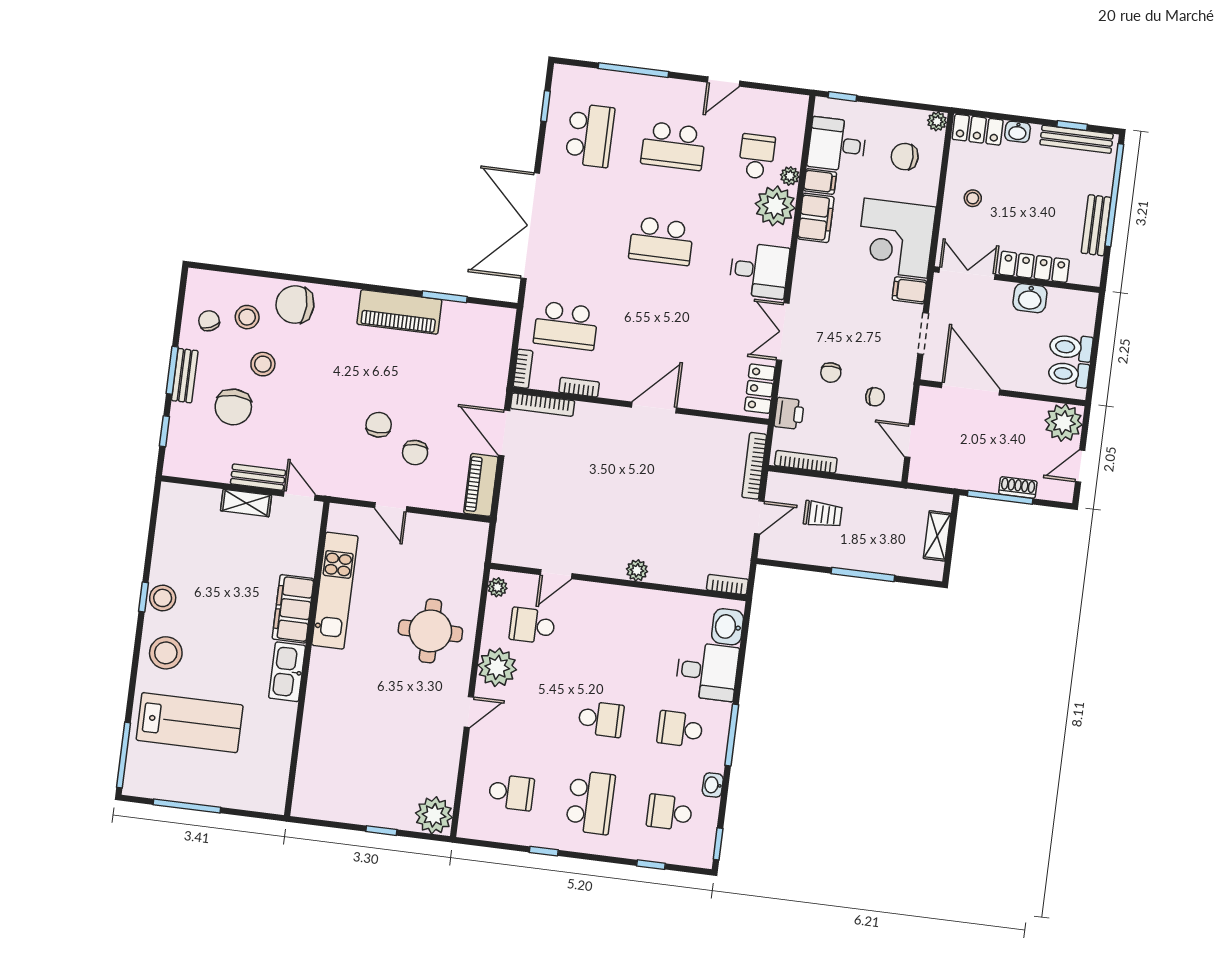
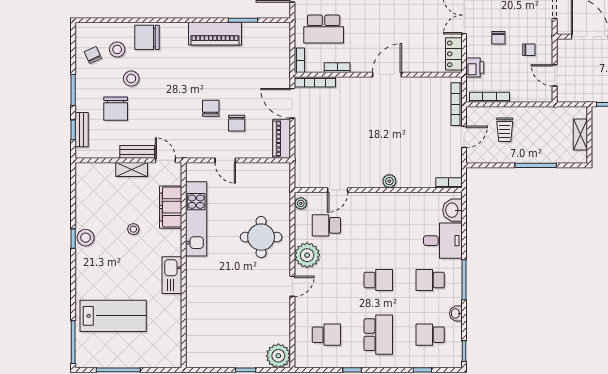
bench: (185, 376) -> (82, 130), moved
trolley: (823, 514) -> (505, 130), turned 90
filing cabinet: (293, 609) -> (171, 207), moved
stool: (166, 653) -> (133, 229), moved, width x0.53, depth x0.53

